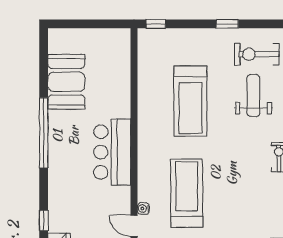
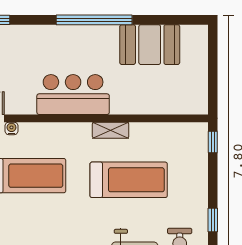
treadmill: (190, 101) -> (129, 180), turned 180
shelving: (145, 118) -> (111, 130), added

